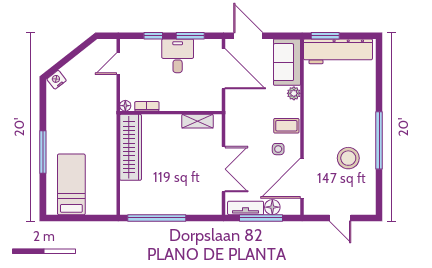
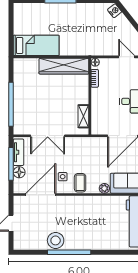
stool: (348, 158) -> (56, 240), moved
door: (302, 178) -> (41, 195), hinge flipped
bed: (71, 184) -> (36, 45), moved
window: (157, 218) -> (11, 104), moved

